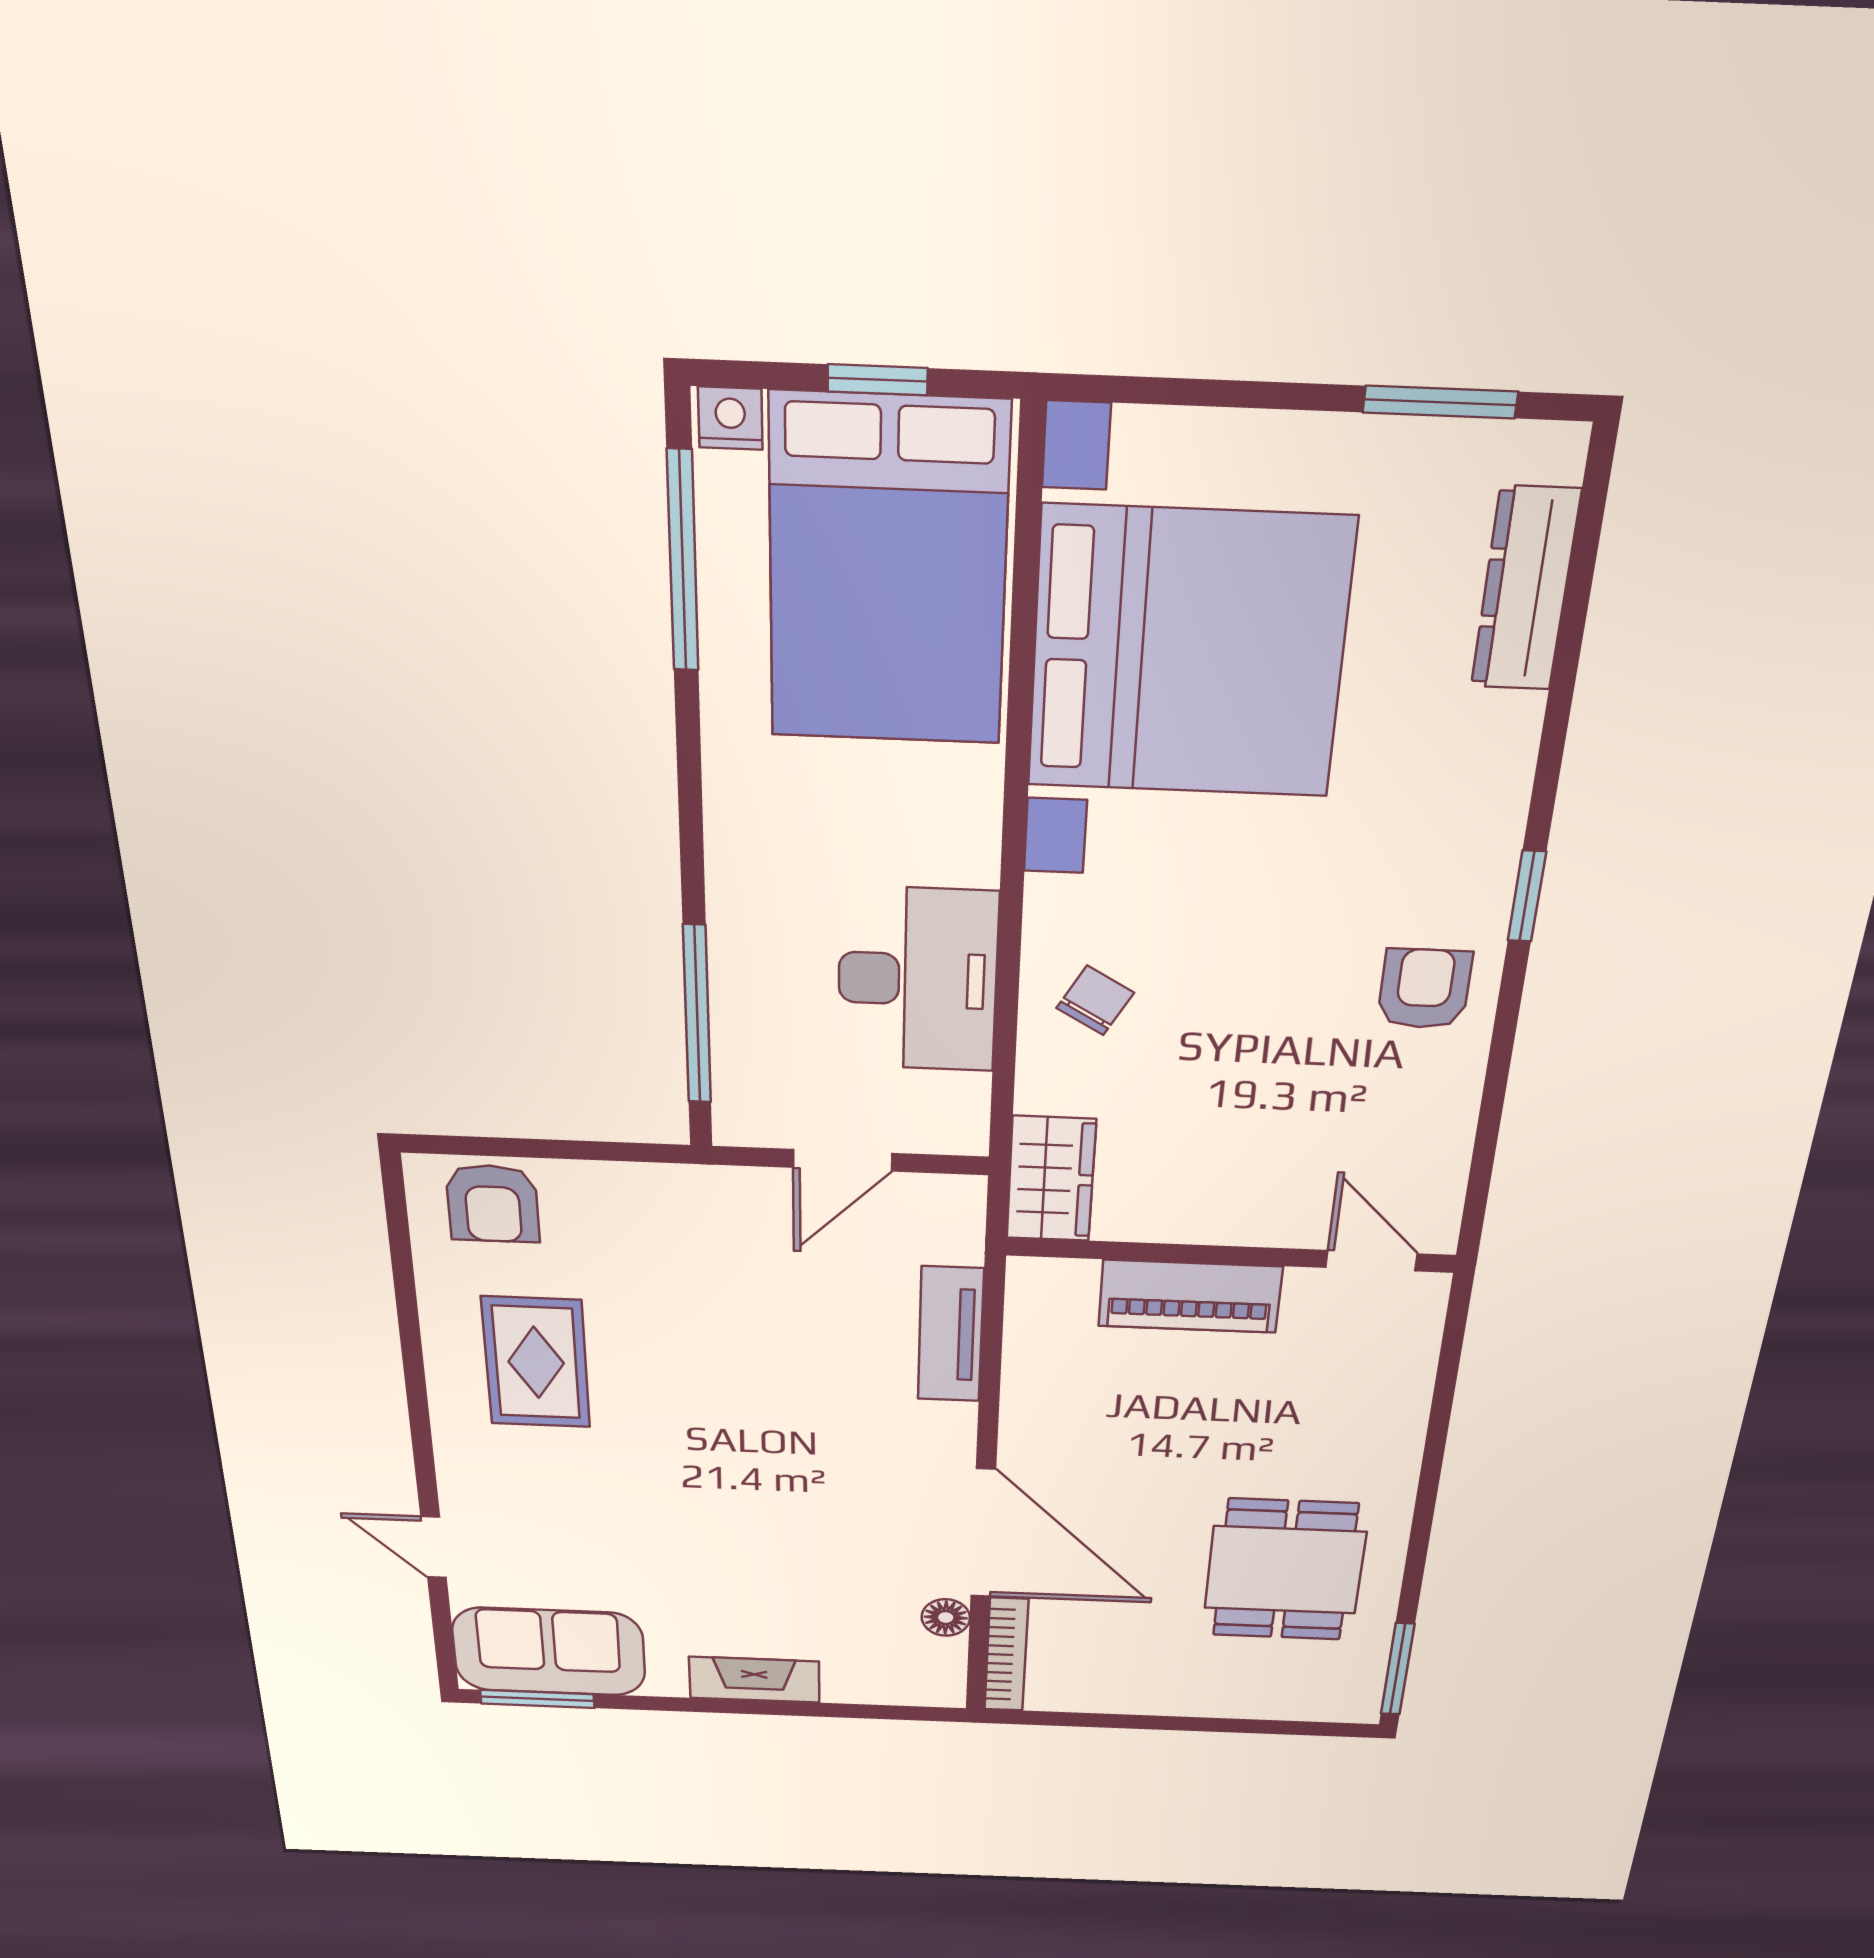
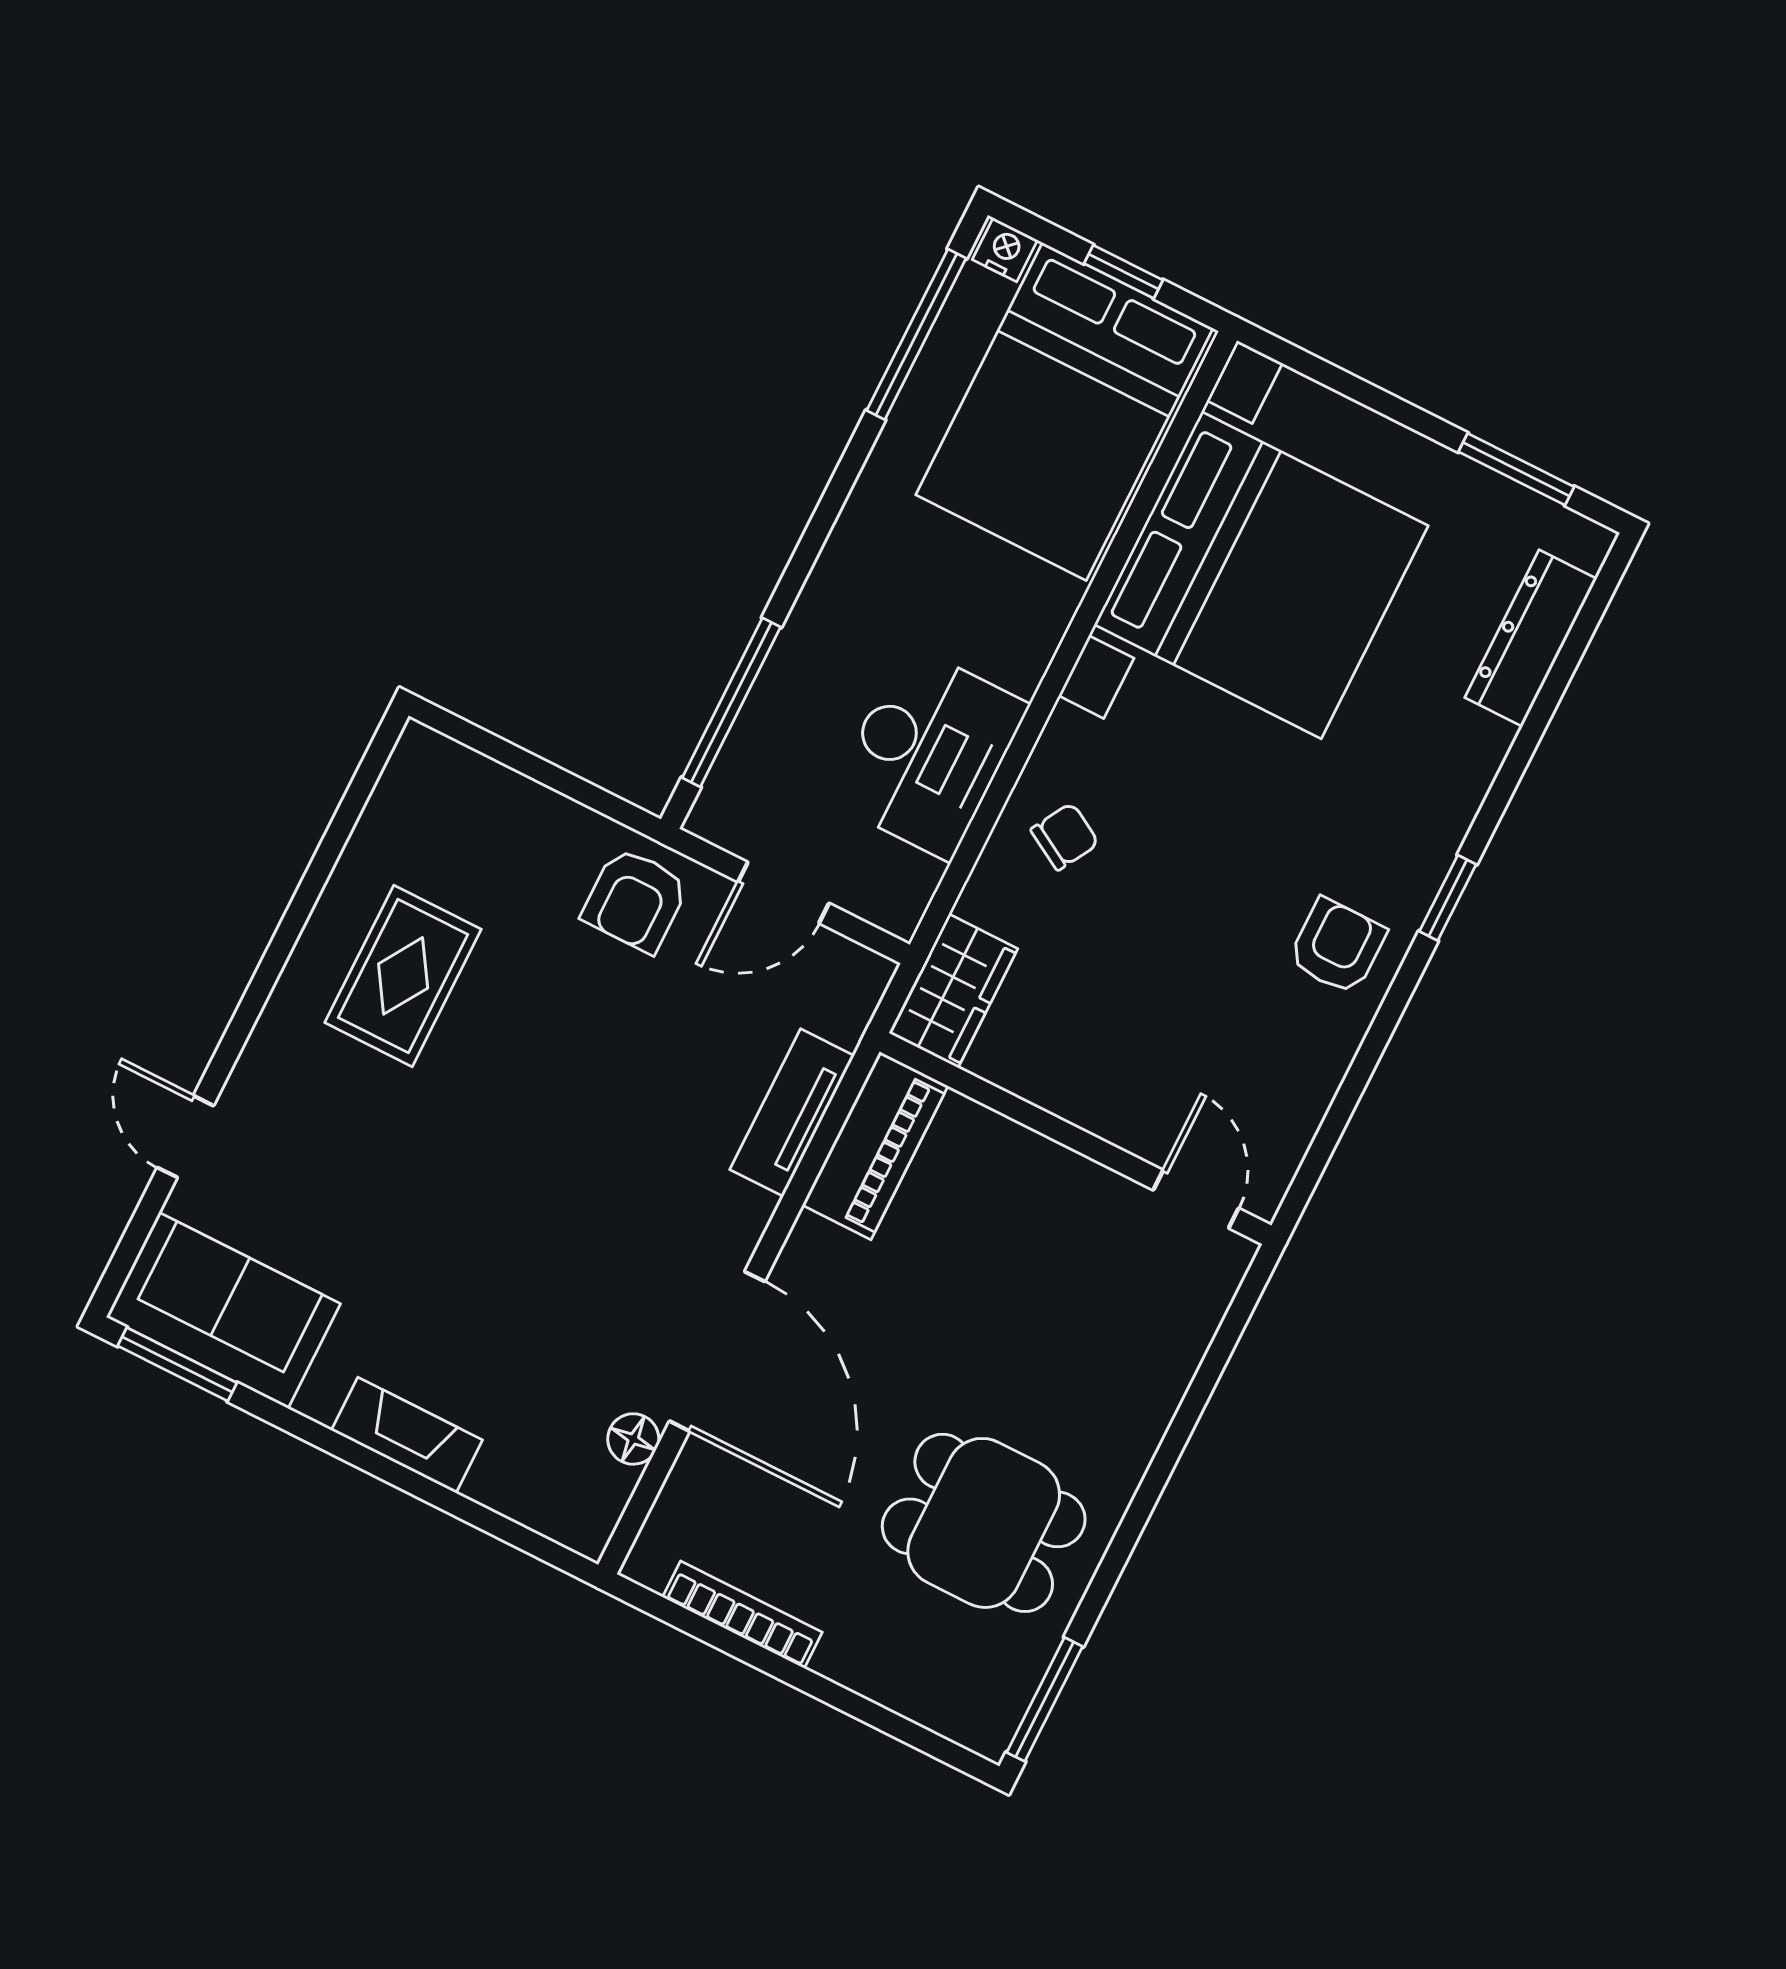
armchair: (493, 1204) -> (635, 900), moved
piano: (1190, 1296) -> (875, 1146), moved, turned -90
dining table: (1285, 1570) -> (984, 1523), turned 90
bookcase: (1006, 1655) -> (742, 1615), moved, turned -90

